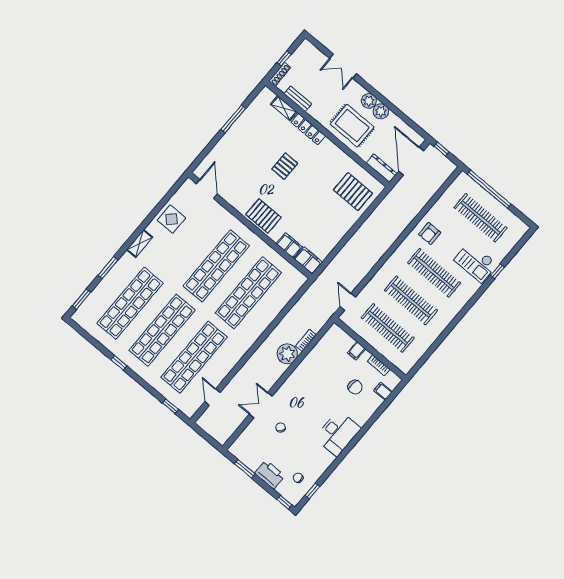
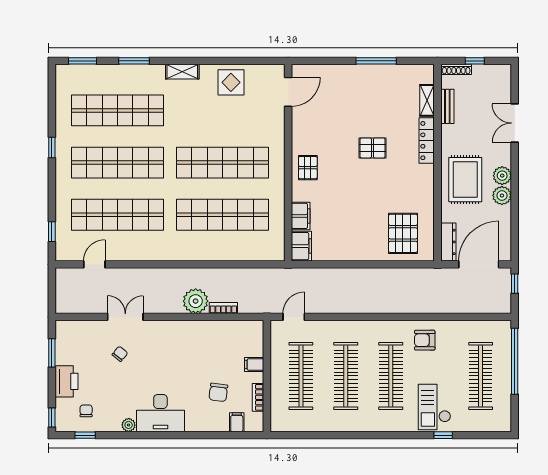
pallet: (263, 216) -> (308, 168), width x0.67, depth x0.71
plant: (329, 459) -> (129, 425), added

